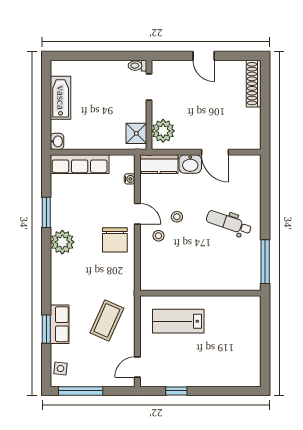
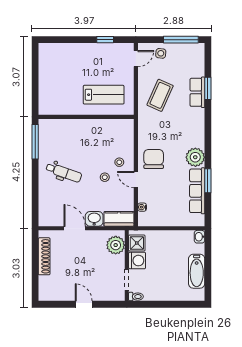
shoe rack: (254, 84) -> (44, 256), moved
washing machine: (136, 111) -> (137, 261), added
row of seats: (80, 164) -> (197, 191), moved, turned -90
side table: (60, 369) -> (161, 53), moved

